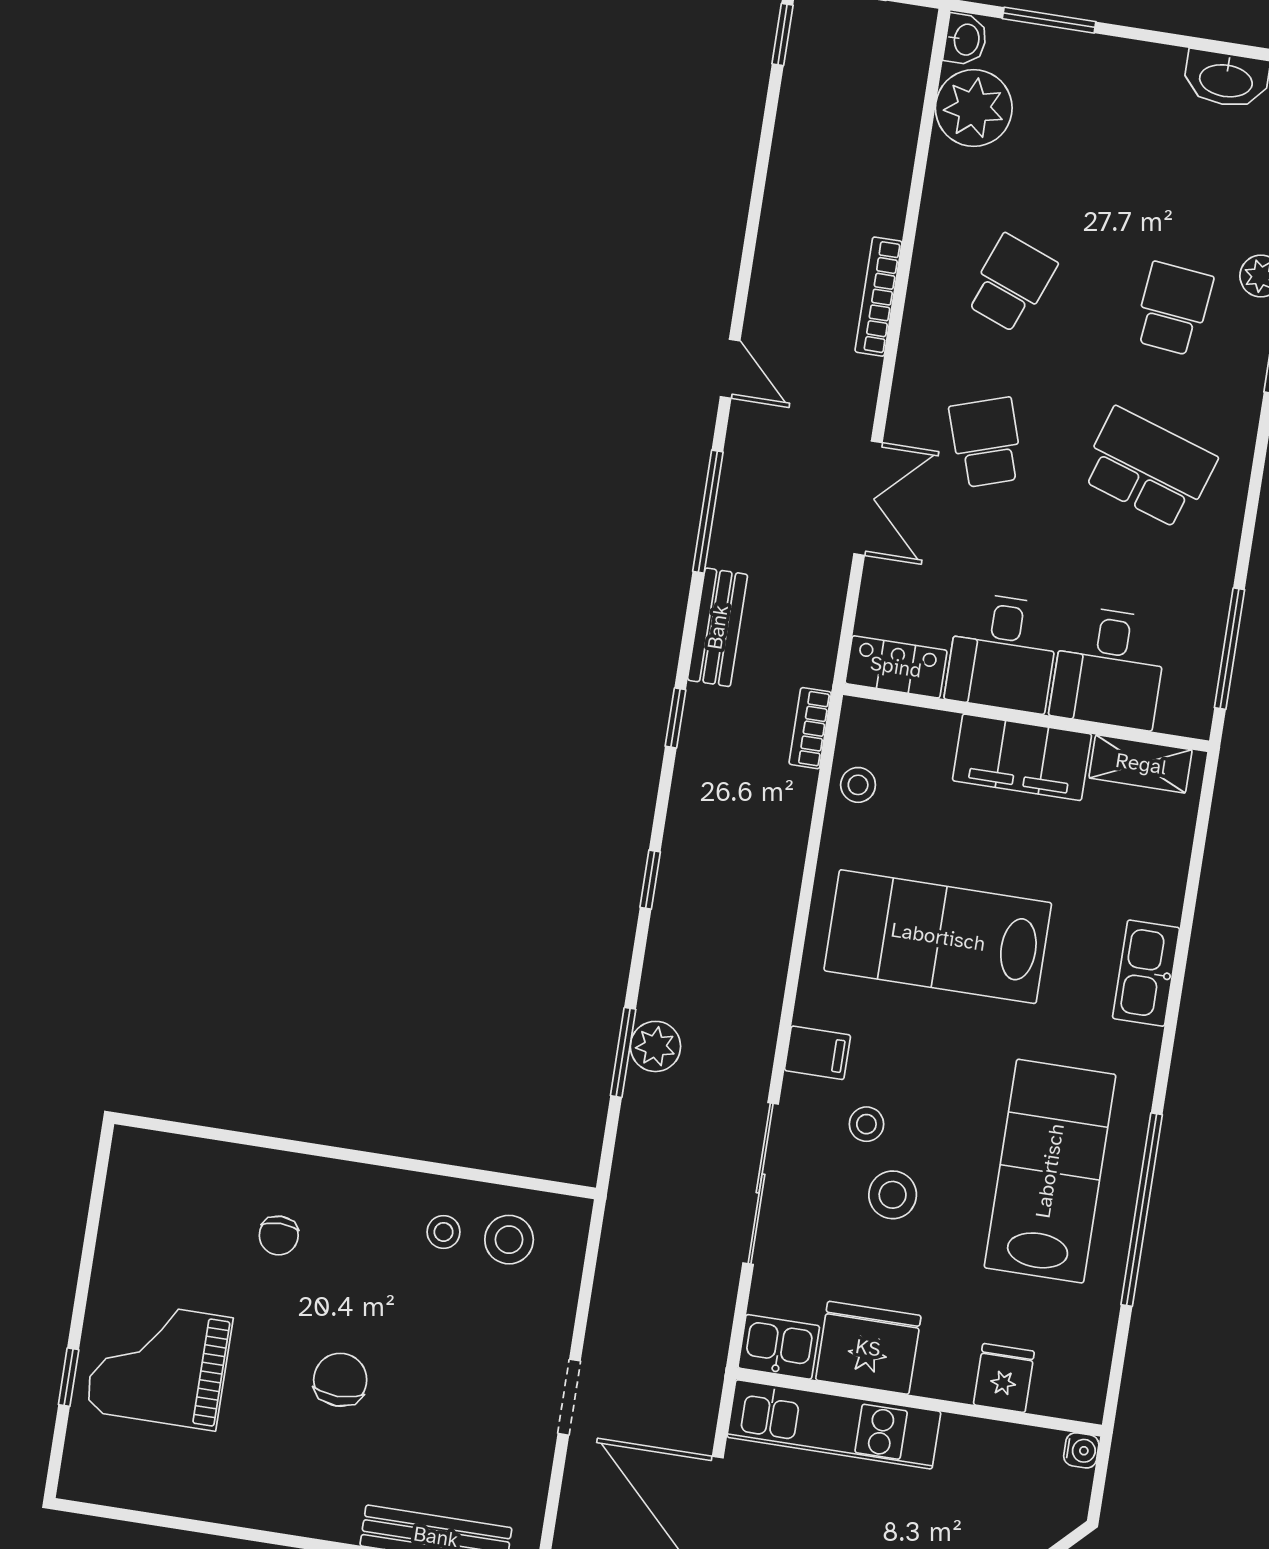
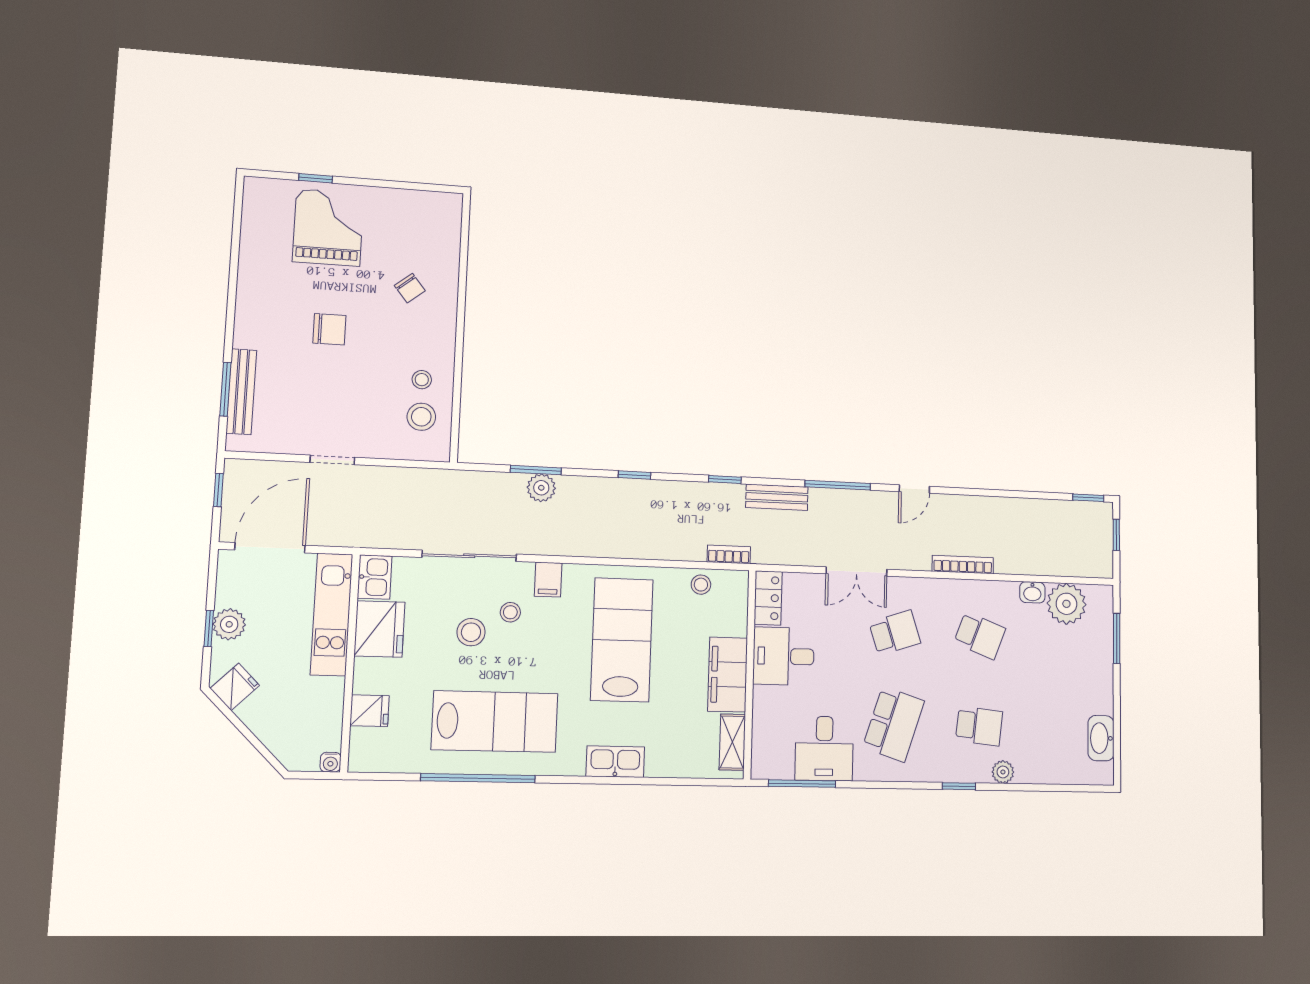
washbasin: (966, 39) -> (1032, 592), moved
desk: (1109, 668) -> (824, 748), moved, turned -90
chair: (279, 1236) -> (410, 288), turned -129

